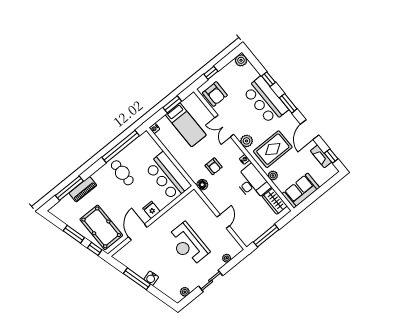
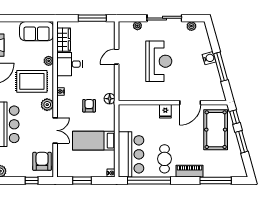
bed: (186, 125) -> (94, 141), moved, turned -90
bar counter: (168, 176) -> (131, 154), moved
desk: (252, 183) -> (69, 64), width x0.73
piano: (83, 189) -> (189, 171), moved
sliding door: (211, 281) -> (164, 18), width x1.37

